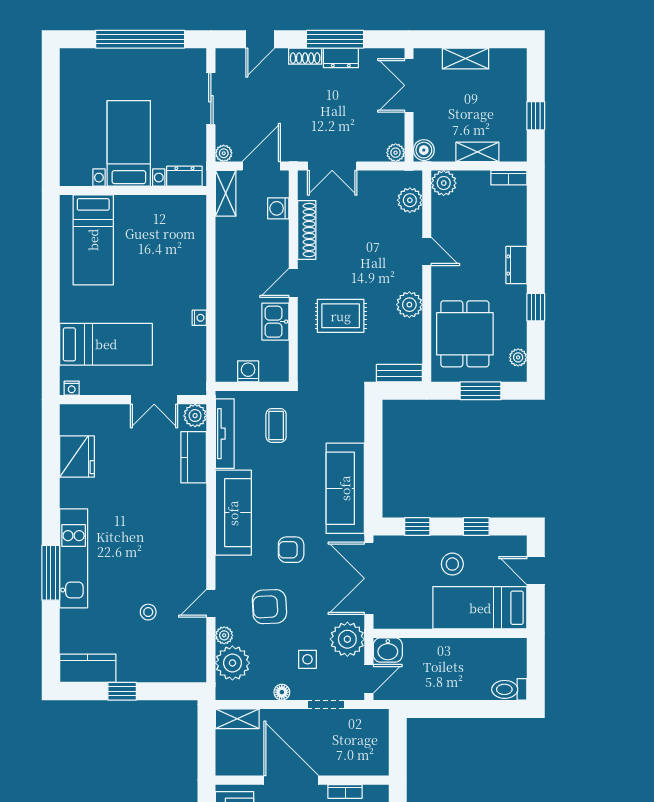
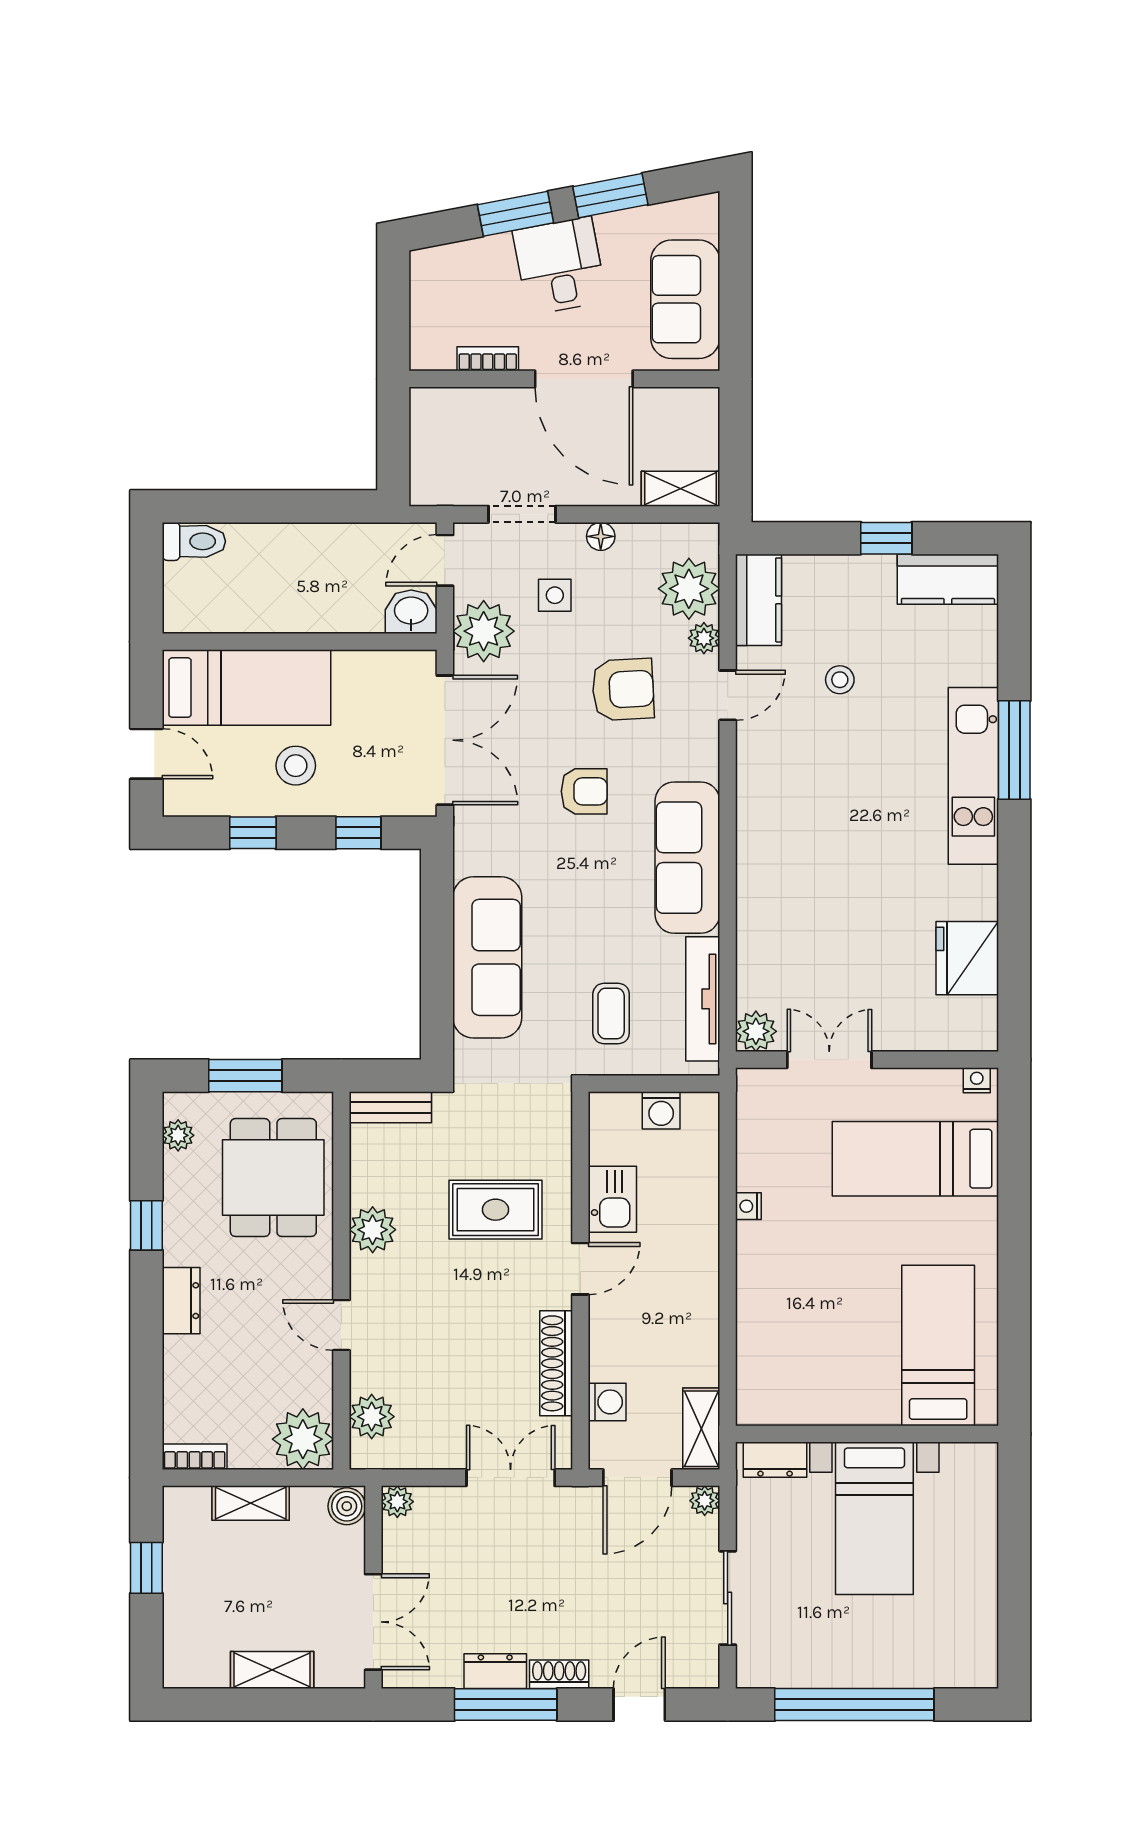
plant: (444, 183) -> (303, 1439), width x1.36, depth x1.36
kitchen counter: (194, 457) -> (758, 600), moved
sofa: (345, 488) -> (487, 957), moved

